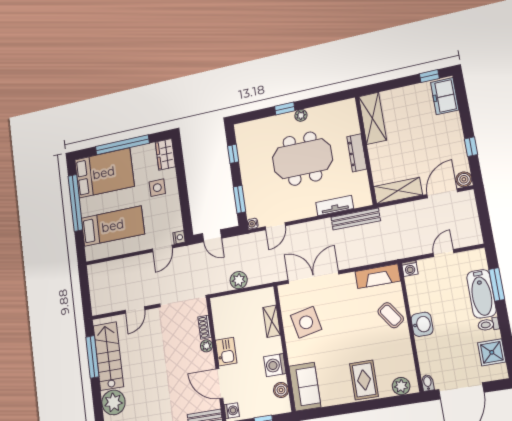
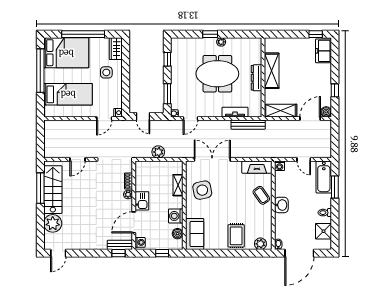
shelving: (373, 118) -> (272, 71), moved
door: (444, 253) -> (304, 160), swing flipped
bathtub: (481, 294) -> (324, 177), moved
door: (219, 384) -> (134, 222), hinge flipped

